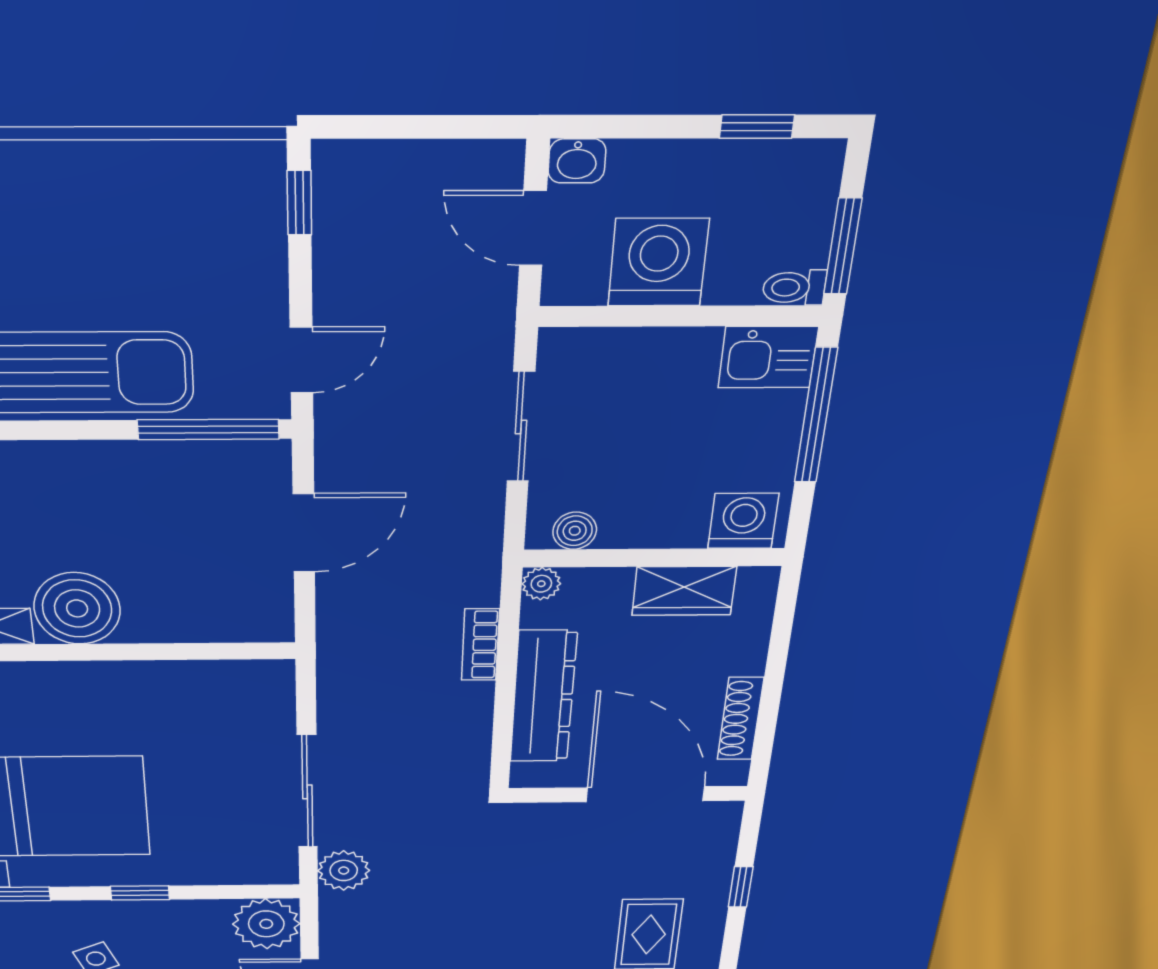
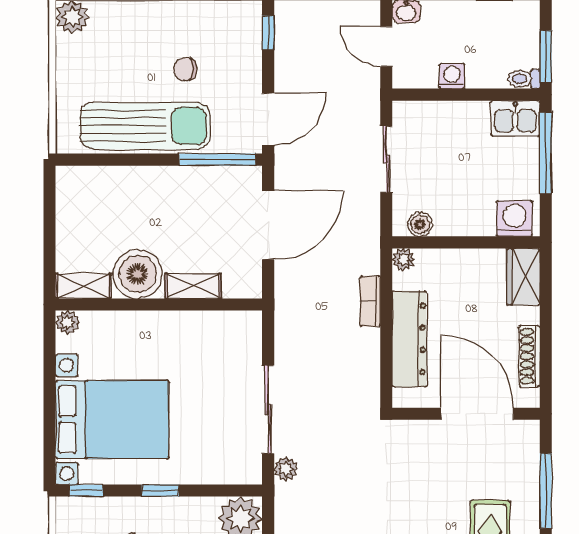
washing machine: (658, 262) -> (452, 76), width x0.53, depth x0.53
chair: (138, 272) -> (185, 69), added
door: (302, 360) -> (268, 119), width x1.38
door: (304, 533) -> (268, 225), width x1.36
wardrobe: (684, 591) -> (523, 277), moved, turned 90
shelving: (175, 625) -> (193, 286), added
plant: (344, 871) -> (286, 469), width x0.73, depth x0.73
window: (741, 887) -> (546, 491), width x2.17

